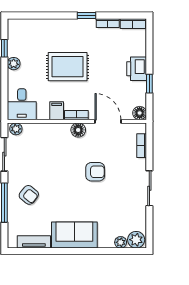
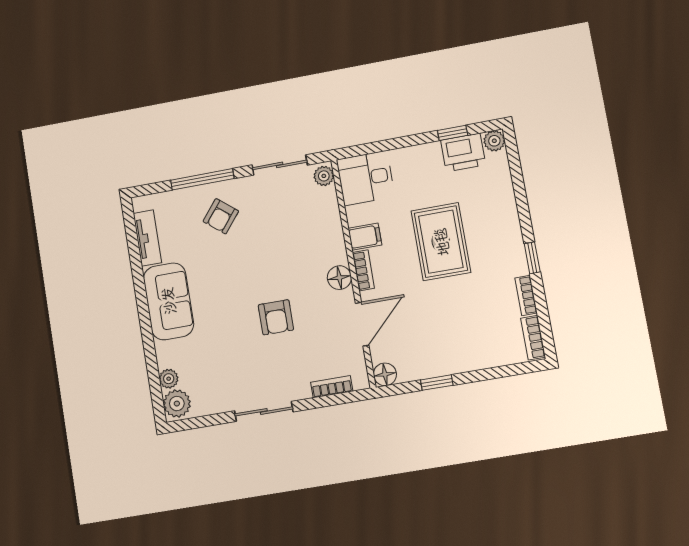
plant: (14, 64) -> (494, 141), moved
printer: (137, 69) -> (463, 152), moved, turned 180

